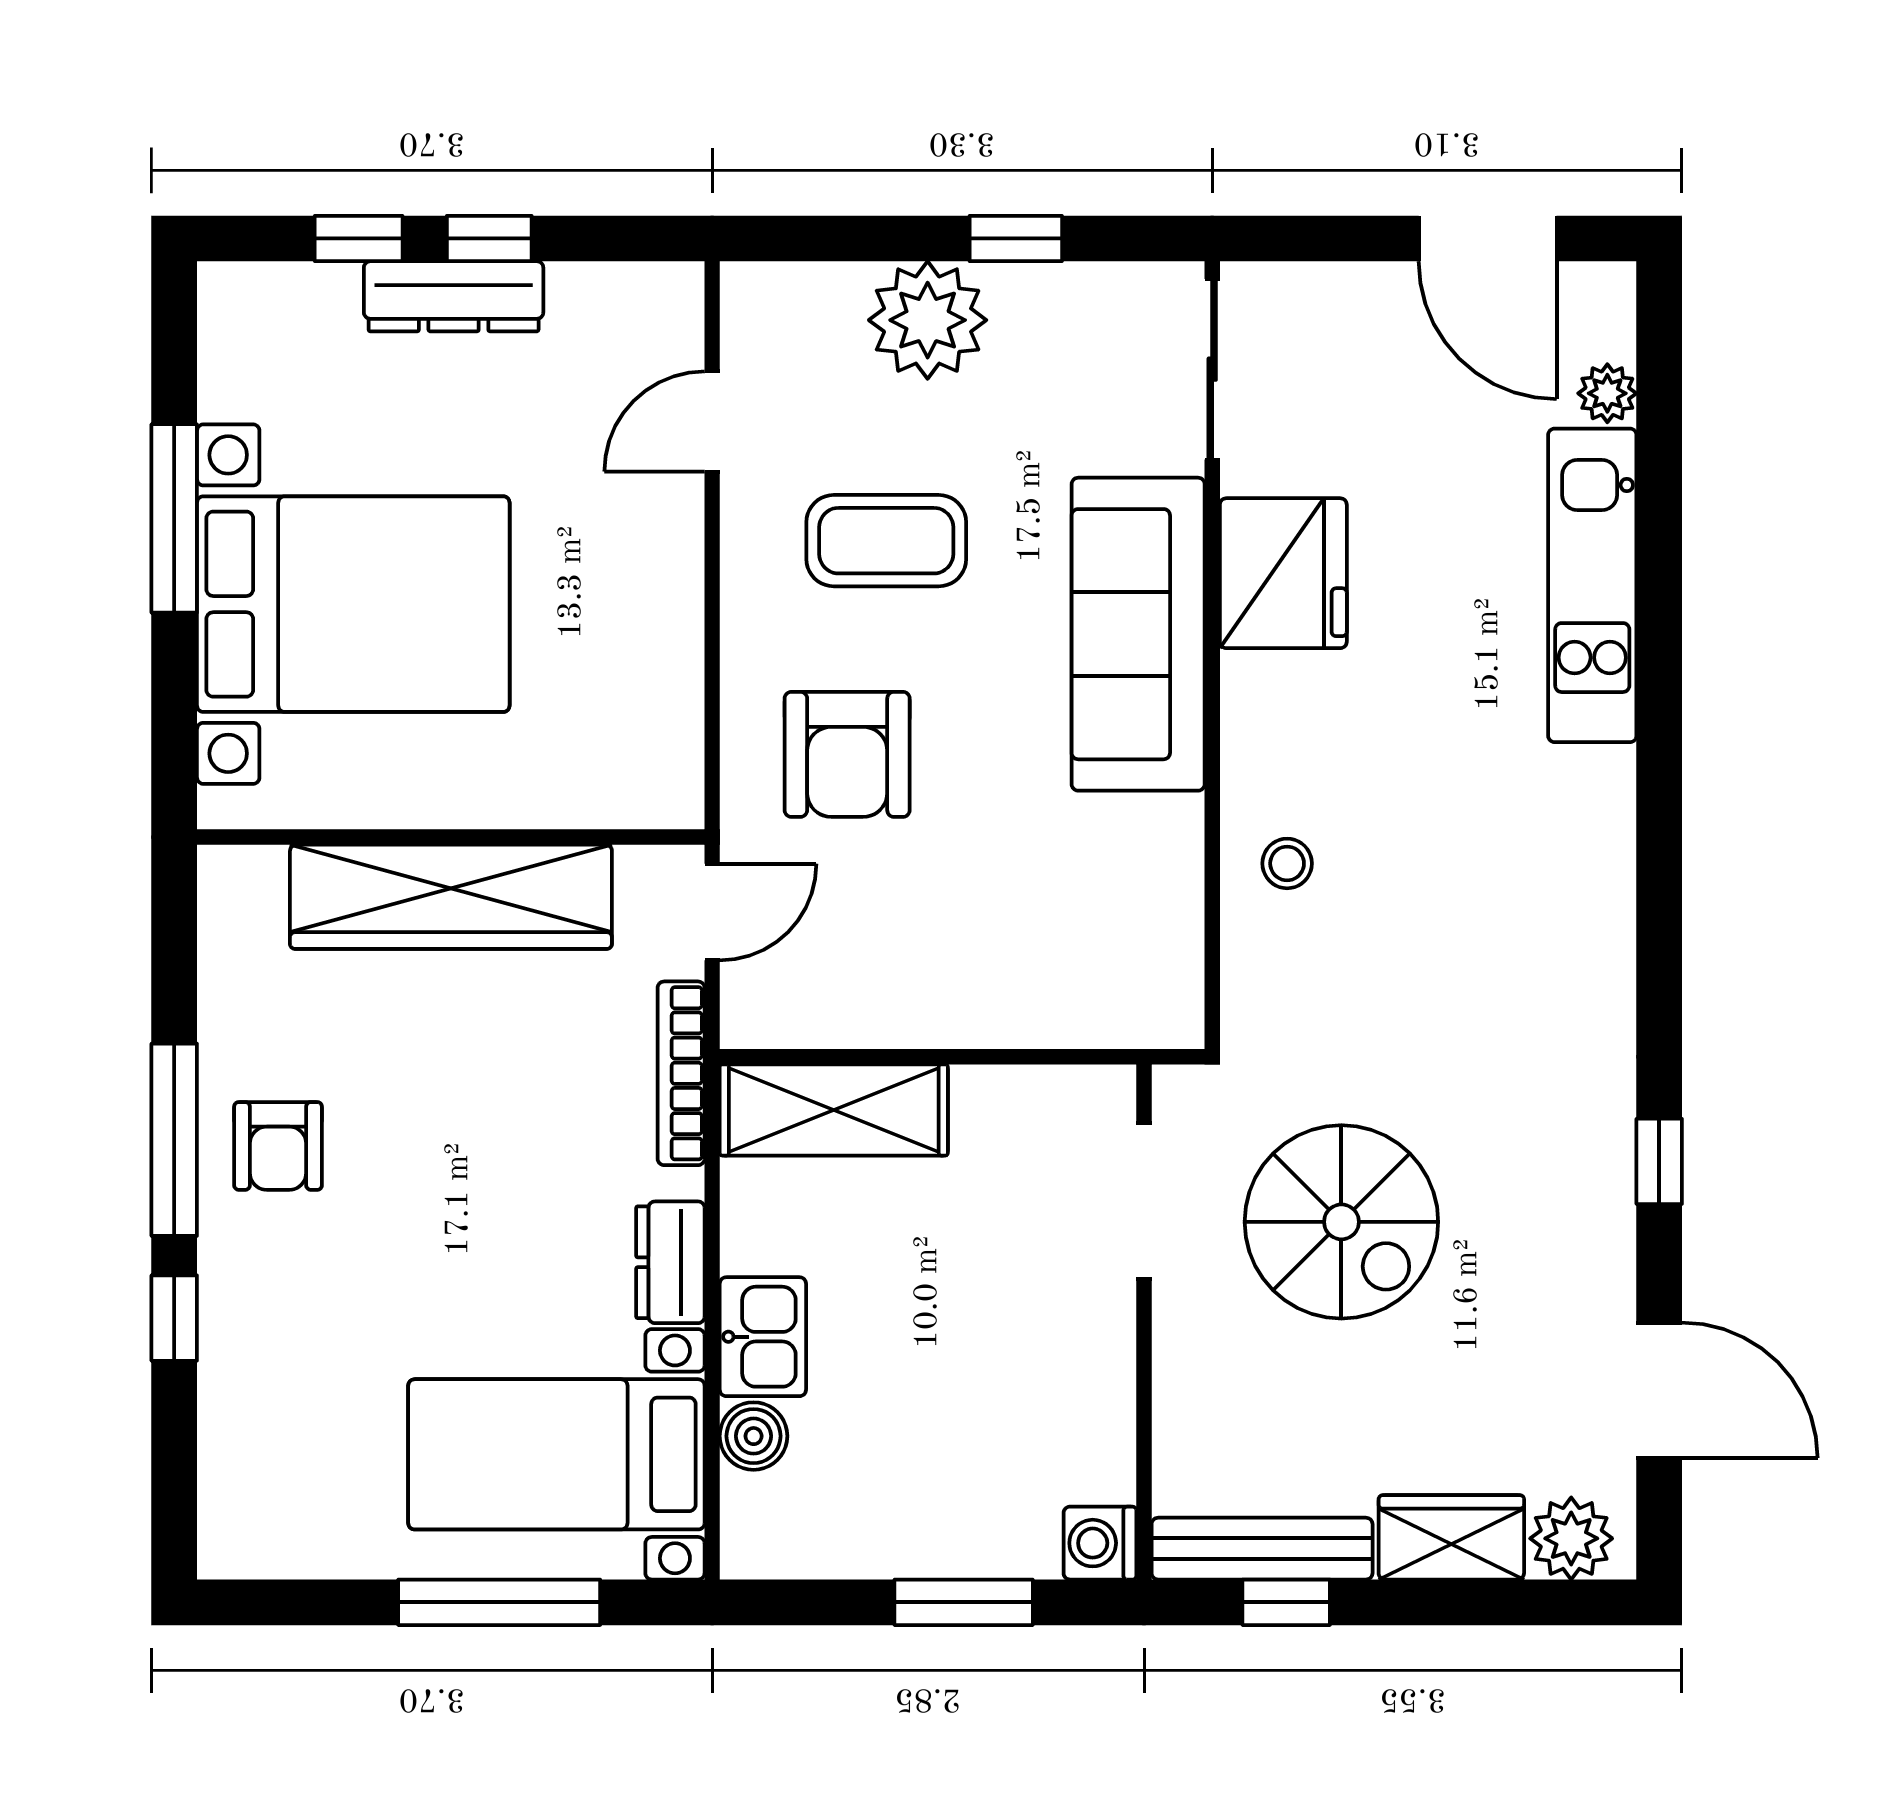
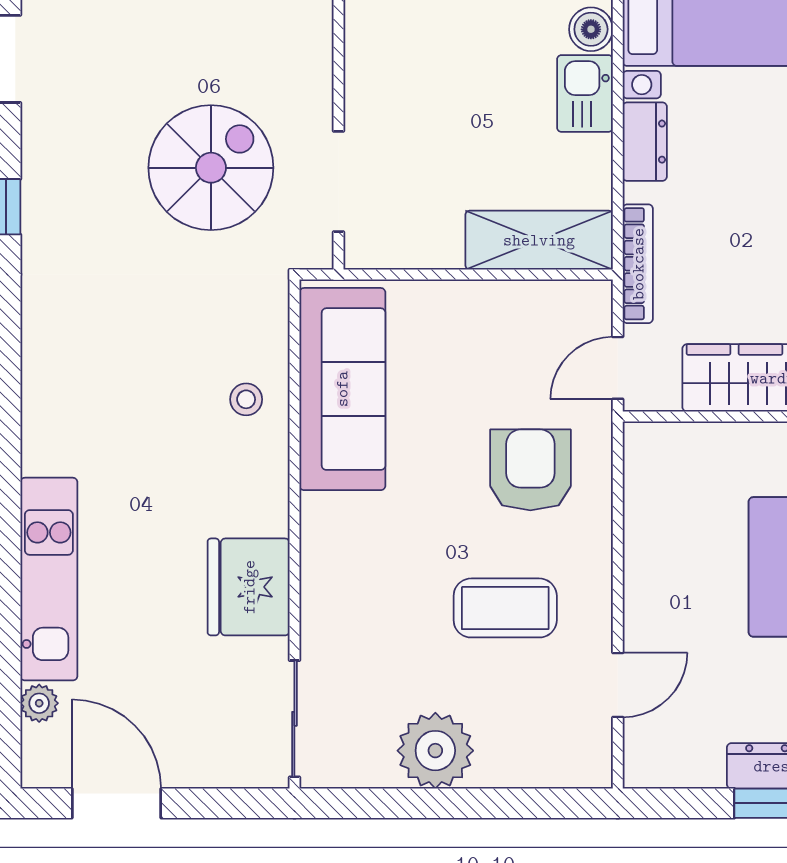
window: (1016, 238) -> (421, 803), removed
plant: (928, 320) -> (435, 751), moved
sofa: (1138, 634) -> (342, 389), moved
spiral stairs: (1341, 1222) -> (211, 168), turned 90

